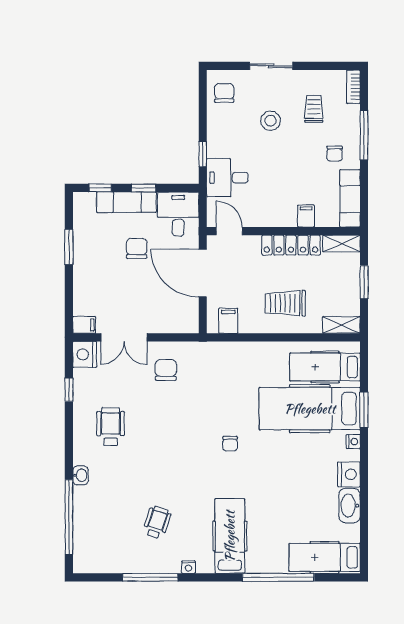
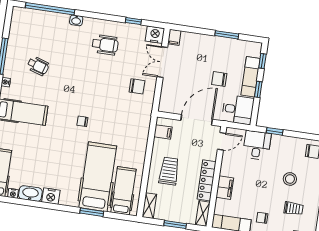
filing cabinet: (306, 216) -> (225, 188), width x2.00
chair: (137, 248) -> (219, 79), turned 180
nightstand: (353, 442) -> (13, 193), moved

